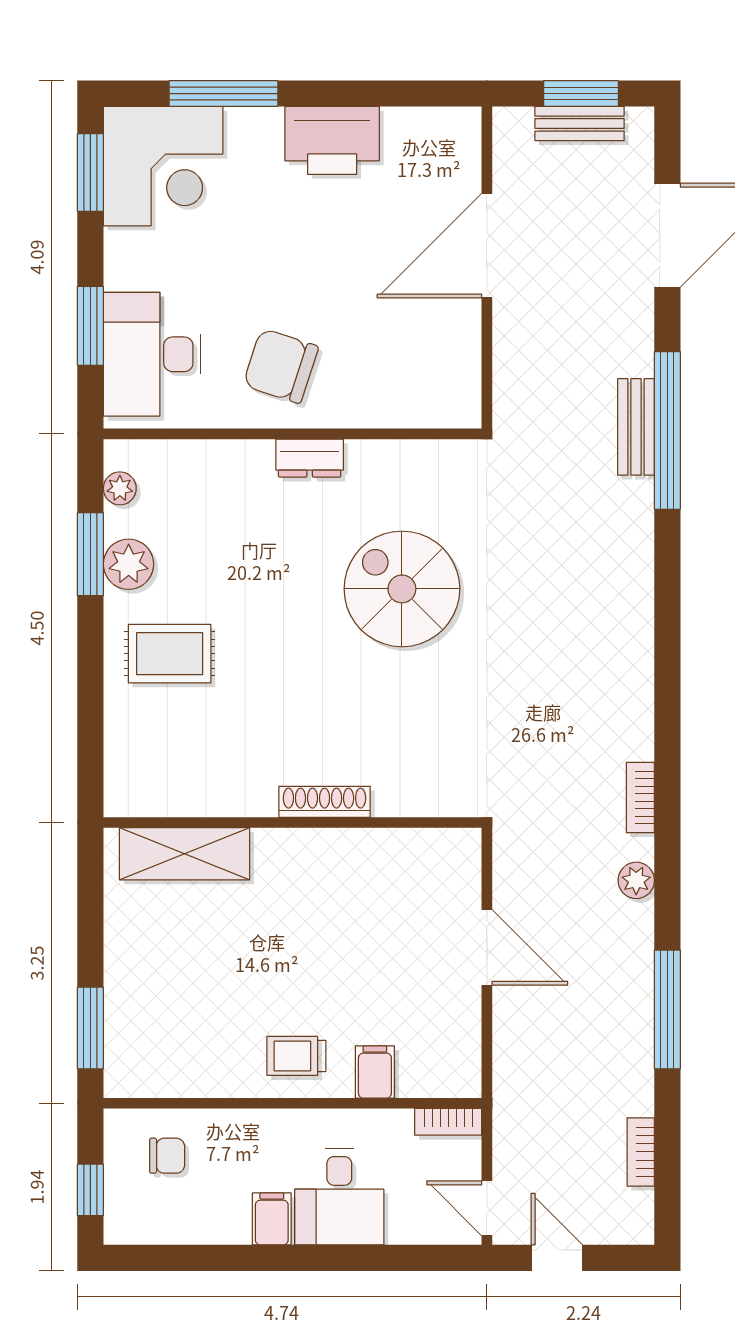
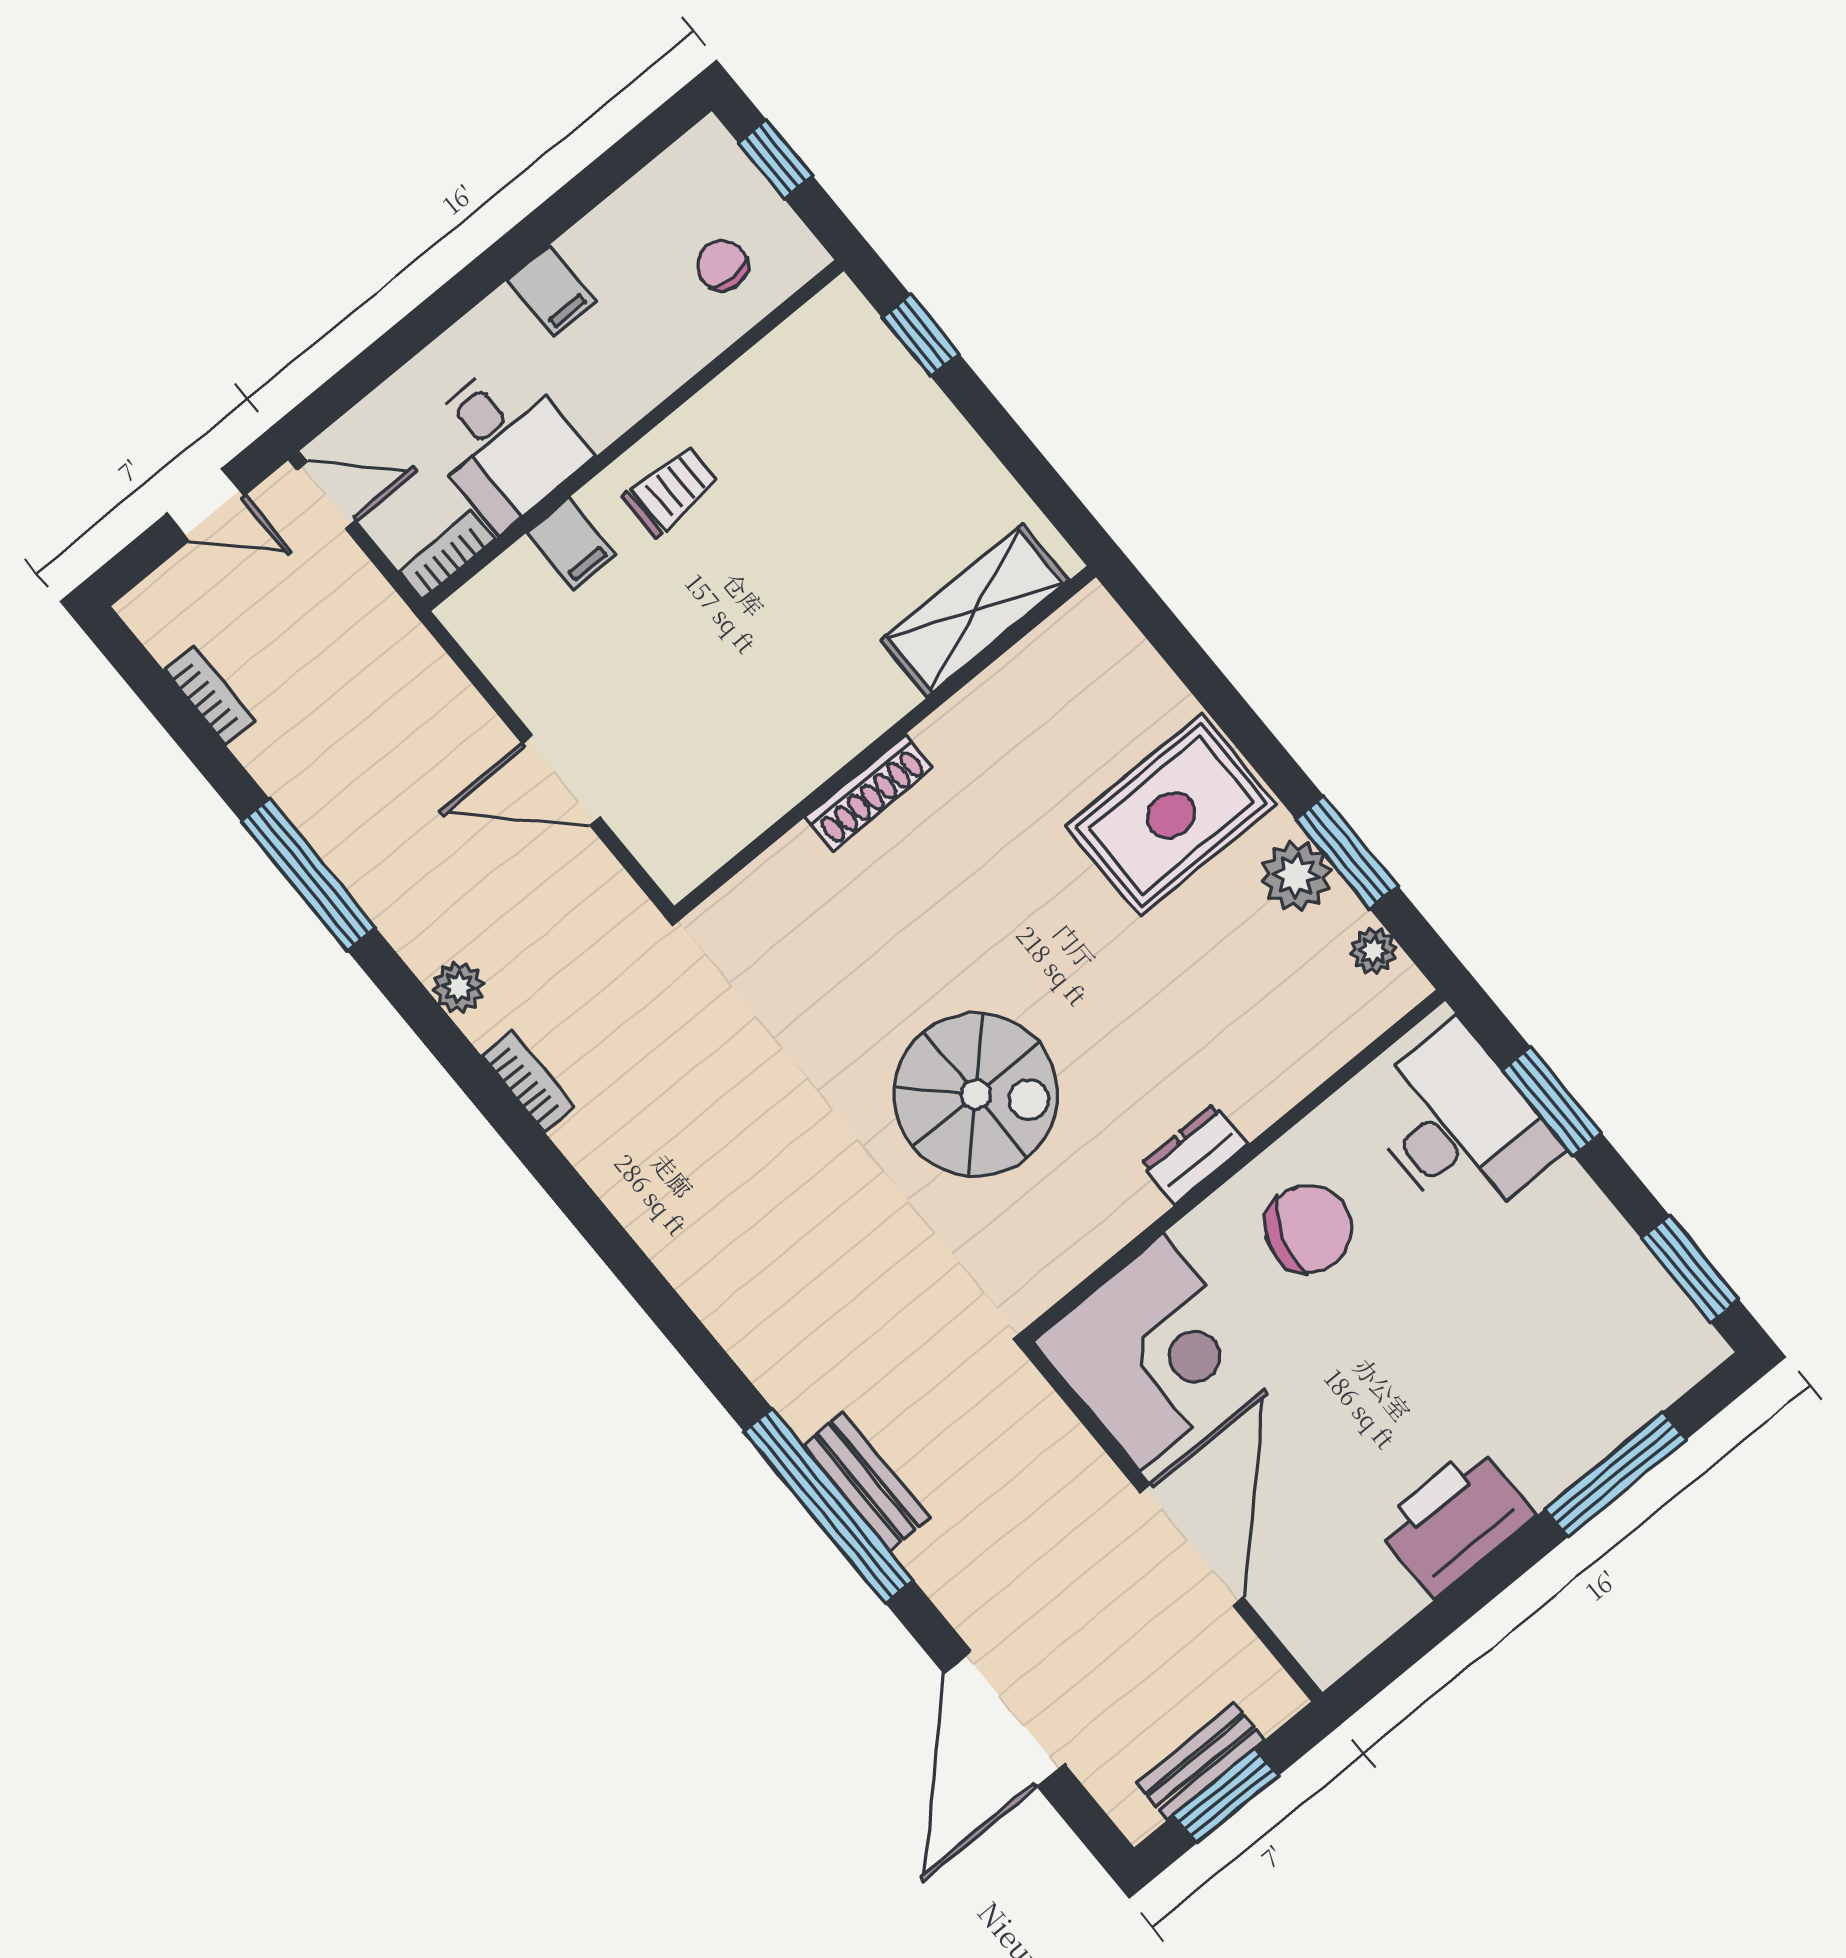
corner desk: (163, 166) -> (1152, 1352), moved, turned 180
rug: (170, 654) -> (1171, 815), width x1.36, depth x1.43
window: (90, 1028) -> (921, 336), width x0.67
chair: (167, 1156) -> (722, 266), turned 90
desk: (339, 1197) -> (504, 444), moved, turned 180

